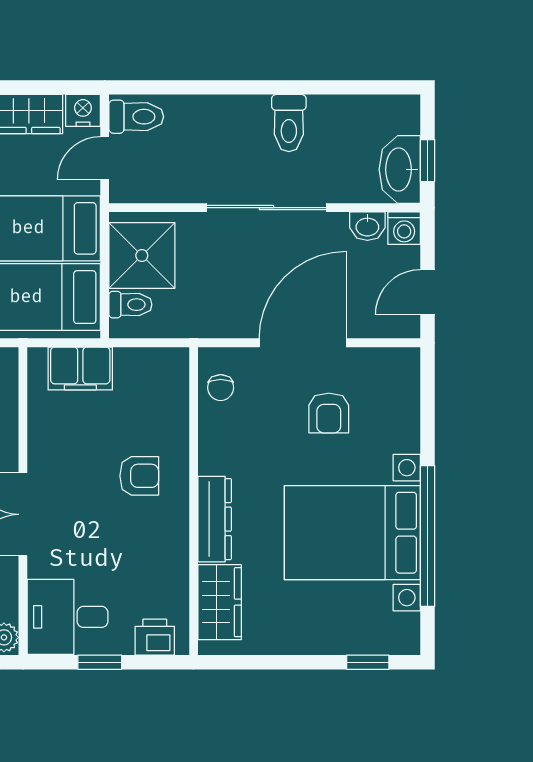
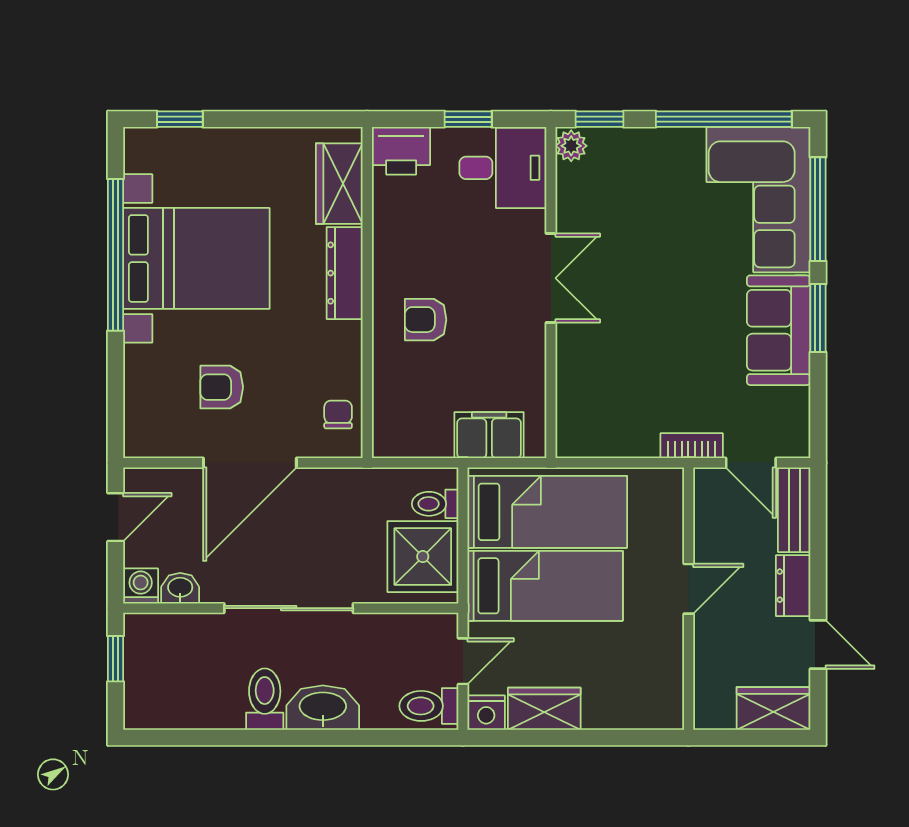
washbasin: (400, 169) -> (323, 708), moved, turned -90
armchair: (329, 413) -> (222, 387), turned -90
printer: (155, 637) -> (401, 151), width x1.36, depth x1.24

